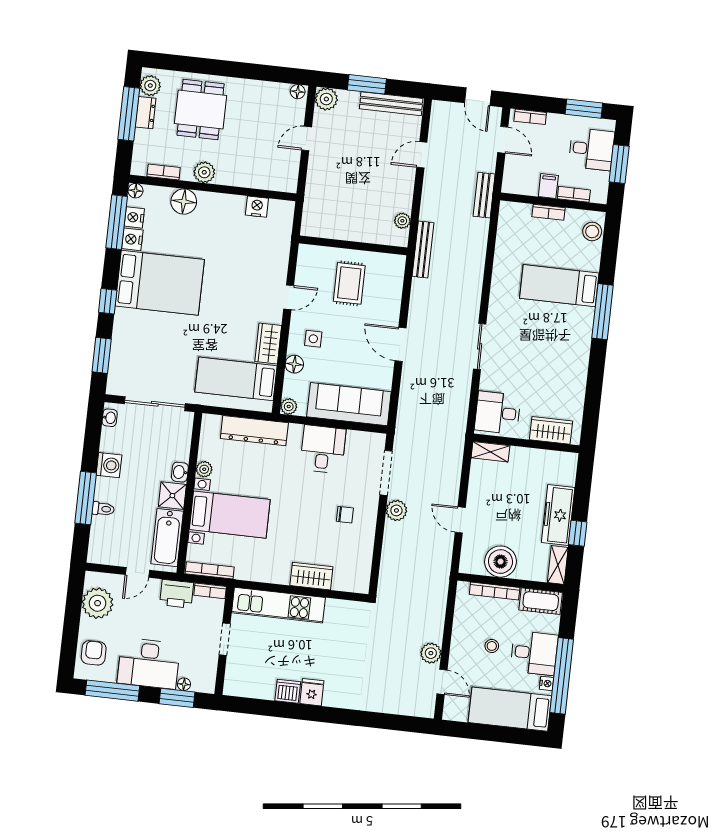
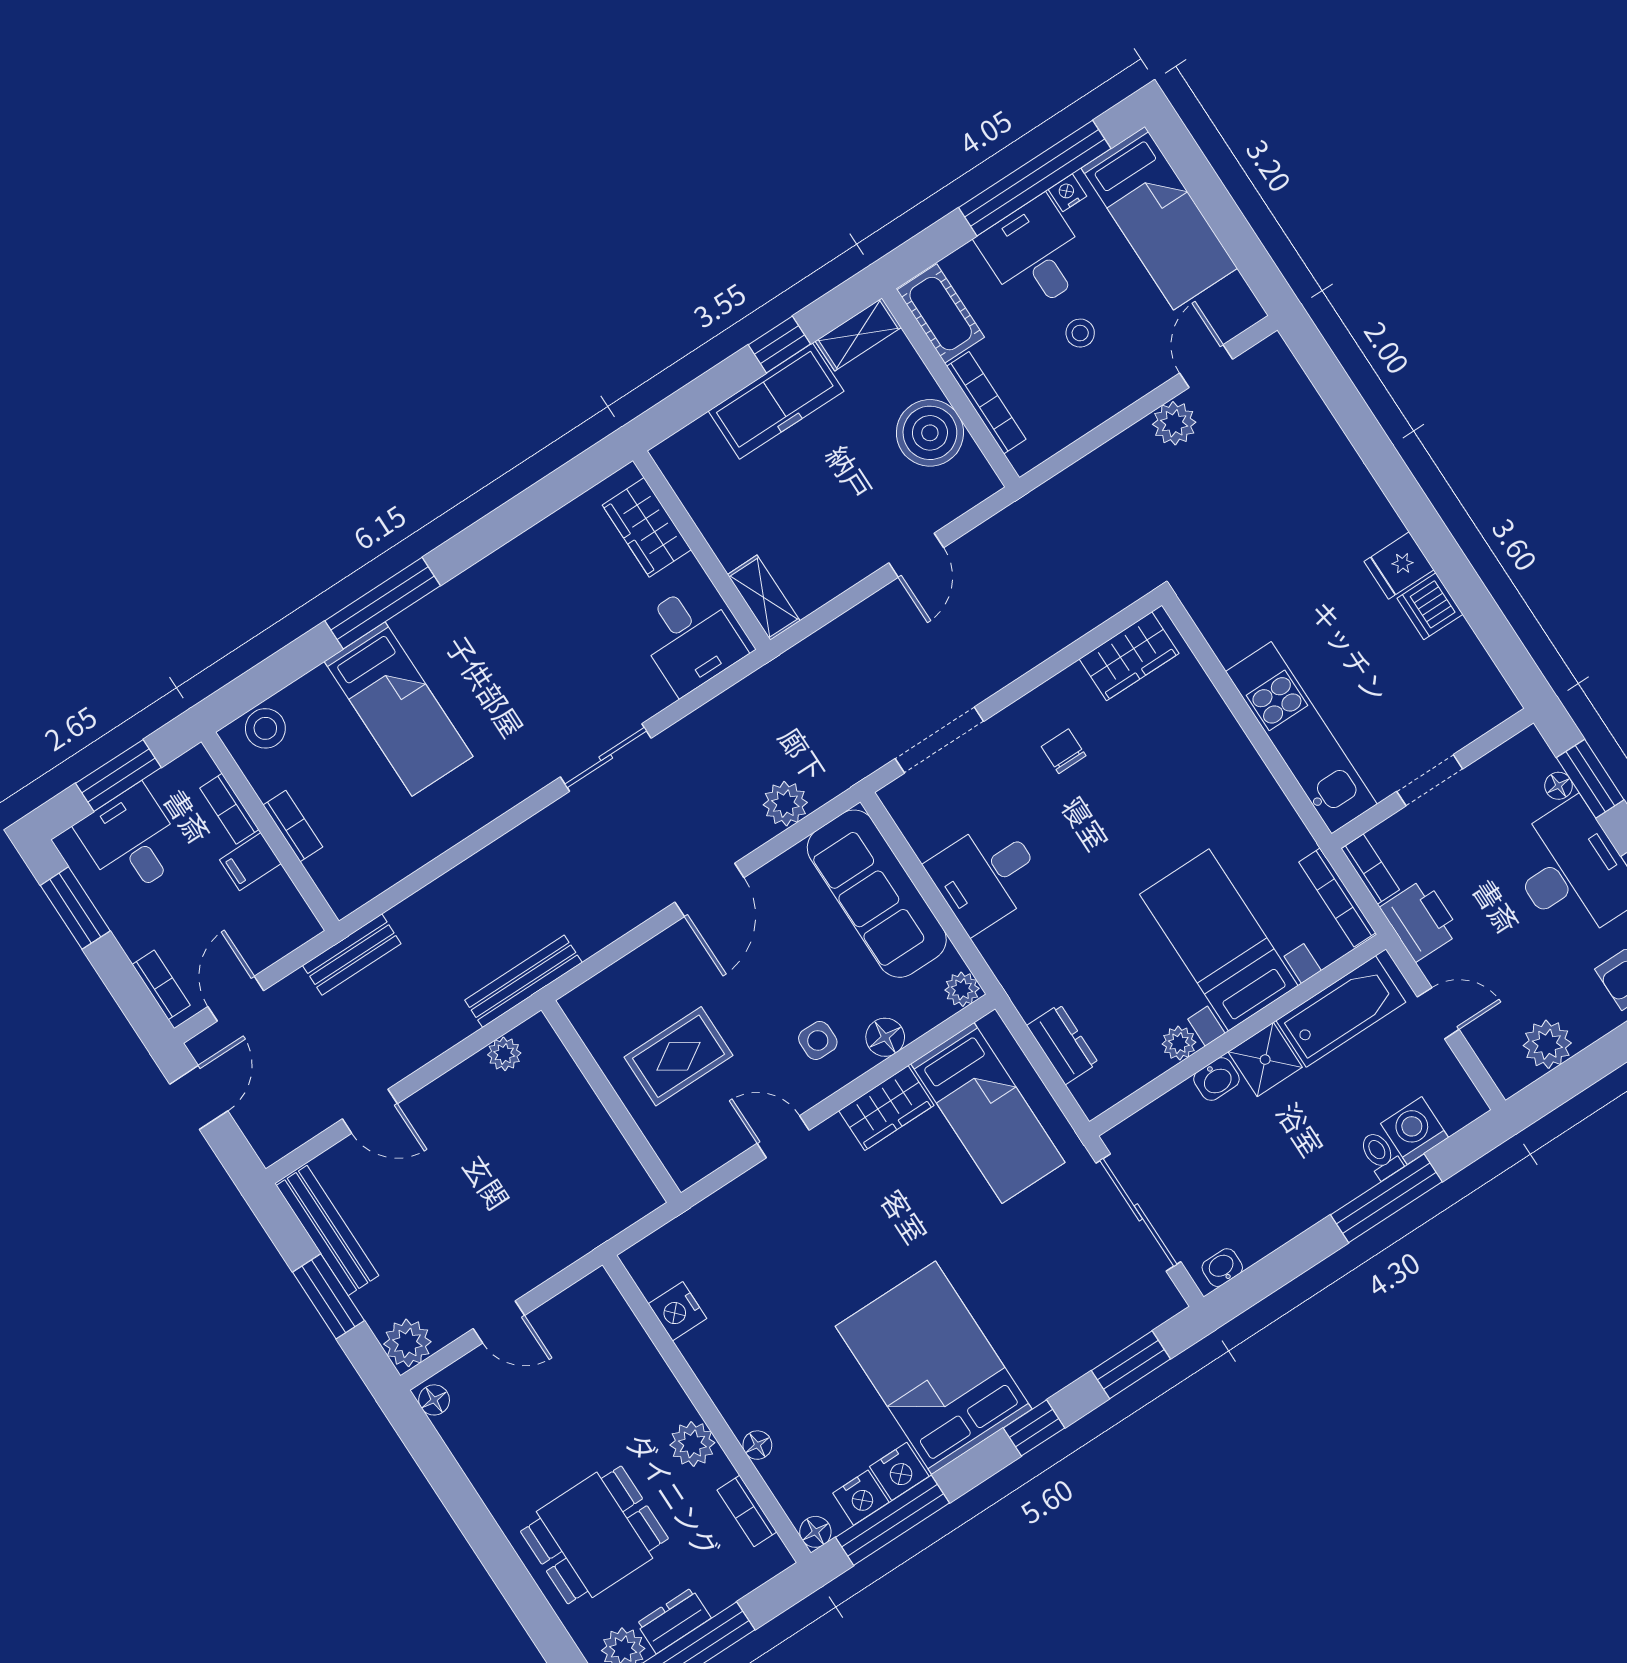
floor lamp: (184, 202) -> (757, 1445), width x0.53, depth x0.53
dresser: (254, 431) -> (1063, 1044), width x0.51, depth x0.80
washing machine: (109, 465) -> (1414, 1131), moved
plant: (396, 510) -> (785, 804), moved
wardrobe: (311, 576) -> (1129, 656), moved, turned -90
plant: (98, 603) -> (1547, 1044), width x0.73, depth x0.73

